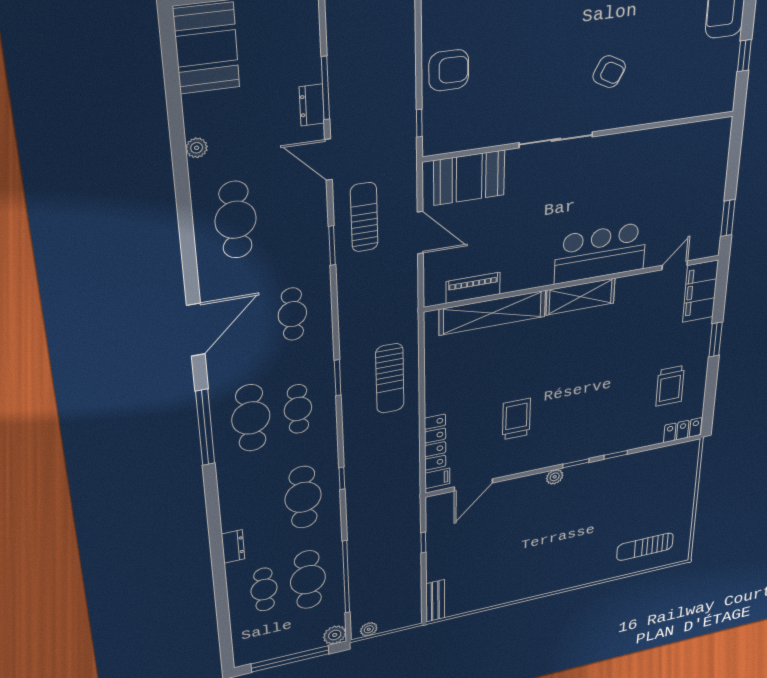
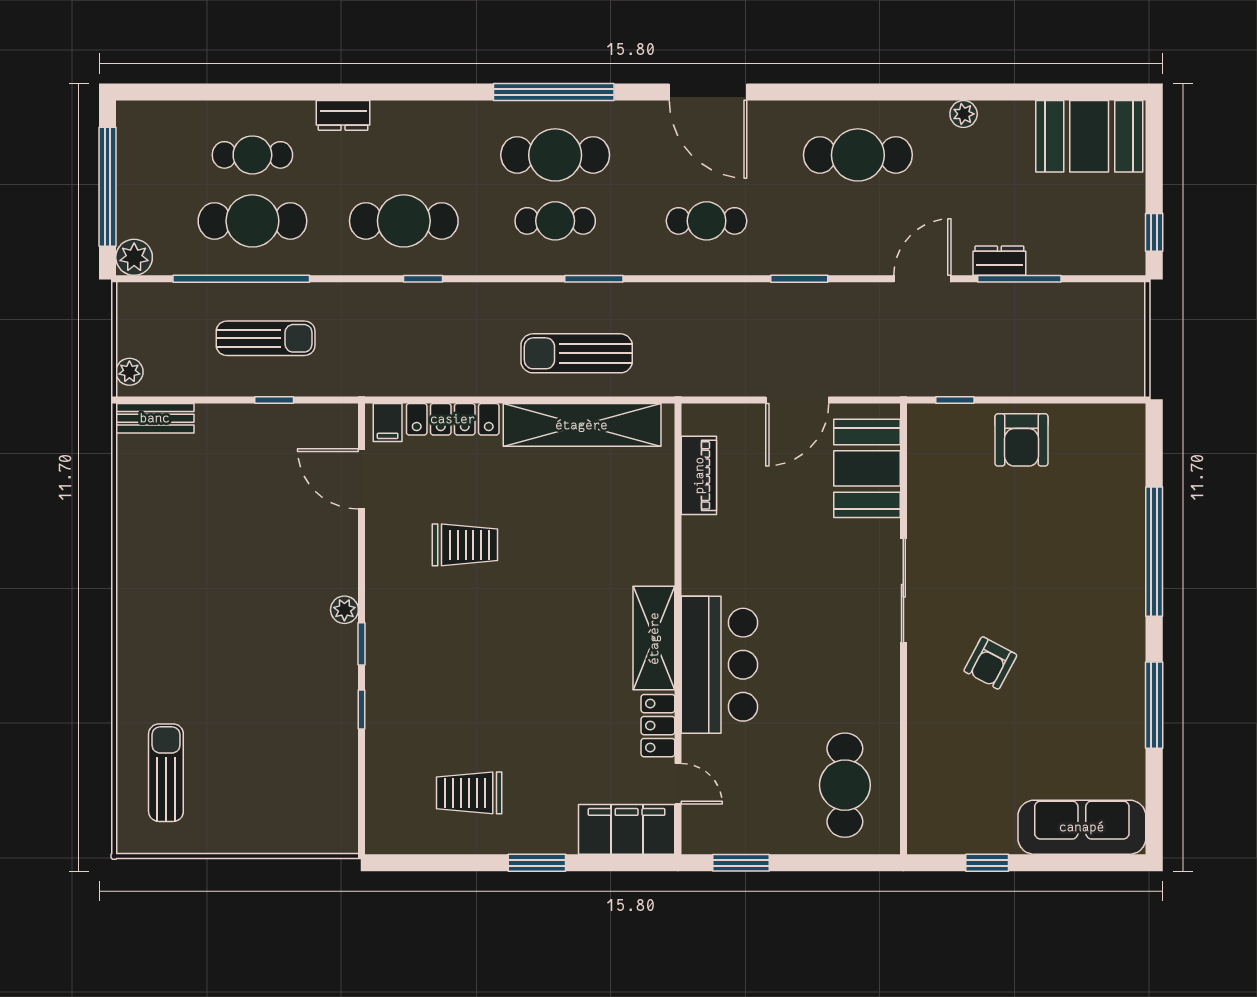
cafe table: (685, 159) -> (845, 785), added
sun lounger: (364, 217) -> (266, 338), moved
shelving: (493, 313) -> (582, 425), moved, turned 90
locker: (683, 430) -> (658, 726), moved, turned 180
plant: (369, 629) -> (129, 372), moved

